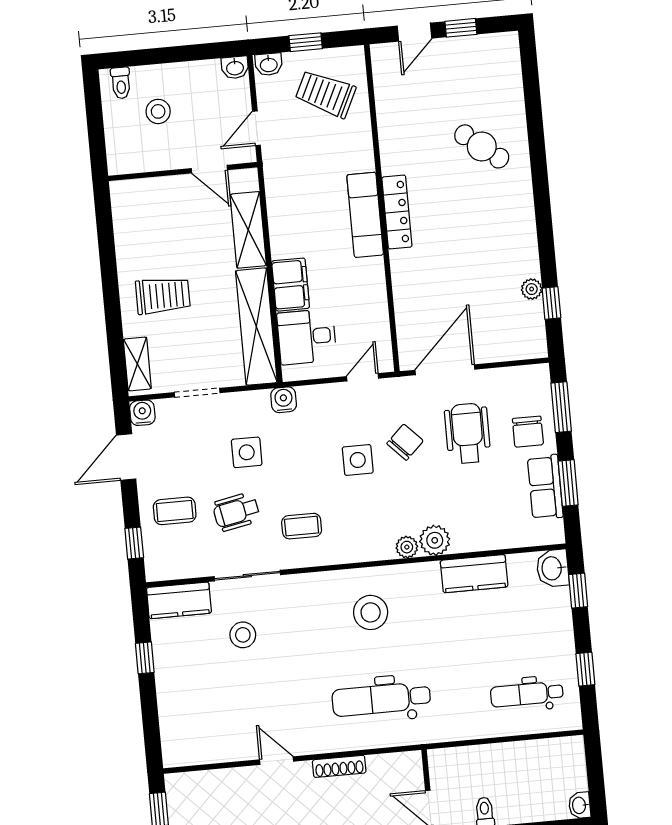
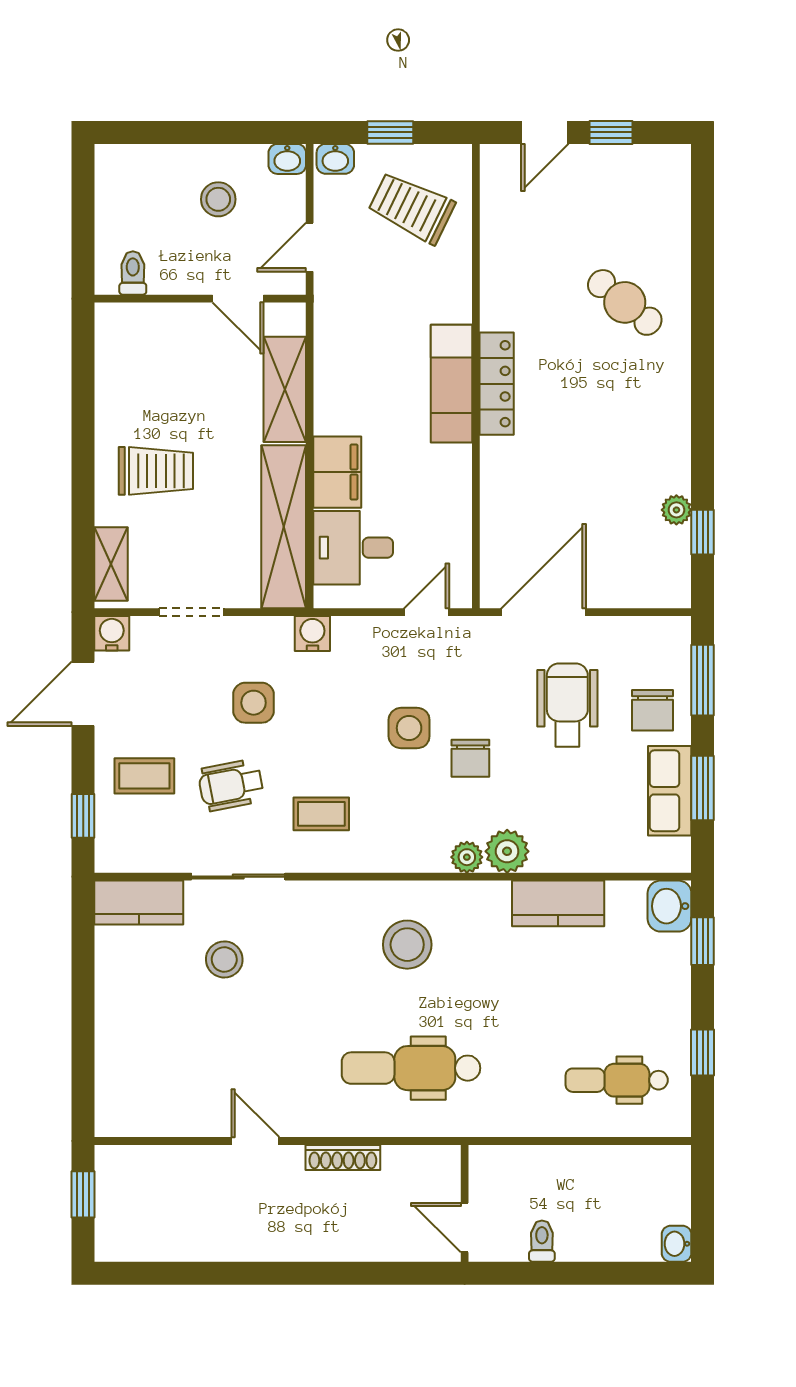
toilet: (121, 83) -> (133, 273), moved, turned 180
stool: (158, 111) -> (218, 199), moved
chair: (405, 442) -> (470, 758), moved, turned 134
window: (145, 658) -> (83, 979), removed

